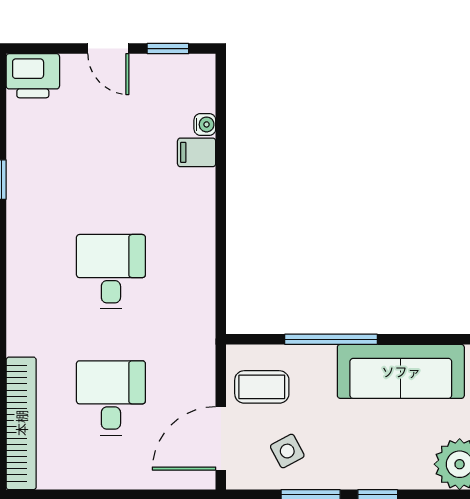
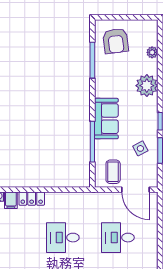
locker: (200, 200) -> (32, 199), added
sofa: (401, 371) -> (106, 119), width x0.73
side table: (287, 451) -> (140, 148), moved

